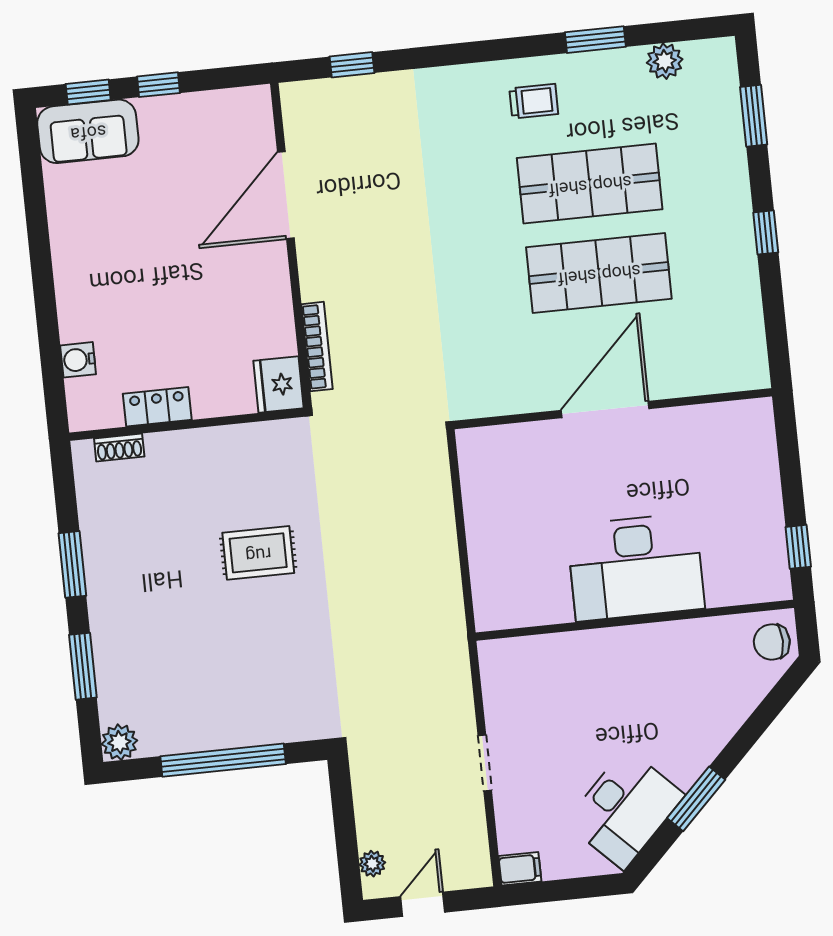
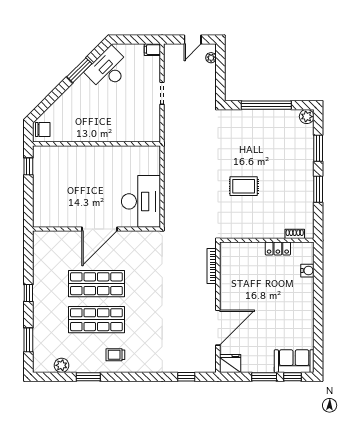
window: (159, 85) -> (264, 377), width x1.50
fridge: (278, 385) -> (230, 364), moved, turned -90
desk: (636, 567) -> (141, 201), moved, turned 90

